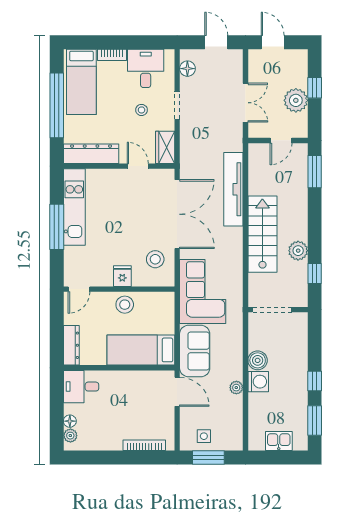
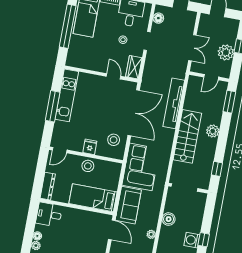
dresser: (91, 154) -> (84, 62), removed
plant: (298, 251) -> (213, 131), moved
washing machine: (258, 382) -> (192, 240), moved, turned 180

